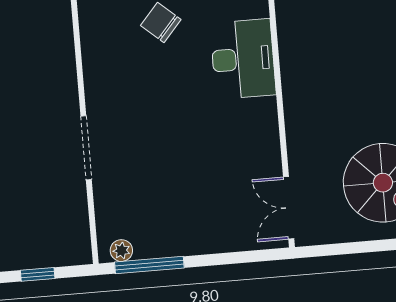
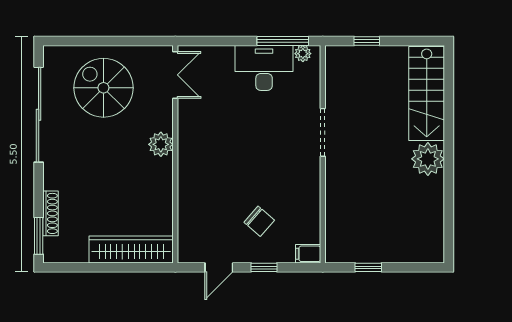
desk: (243, 59) -> (264, 68), moved, turned 90
plant: (300, 114) -> (161, 144), added

